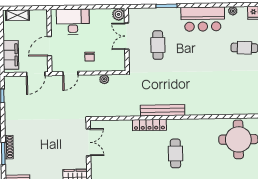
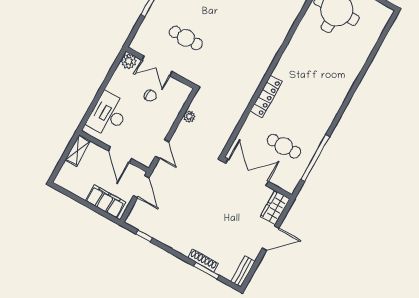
shelving: (17, 15) -> (78, 150), moved
chair: (90, 57) -> (150, 96), moved
bench: (163, 110) -> (259, 73), removed
double door: (88, 142) -> (247, 172), width x1.37
cafe table: (175, 153) -> (284, 146), moved

